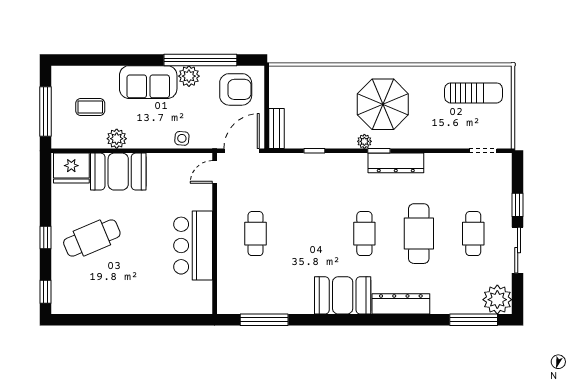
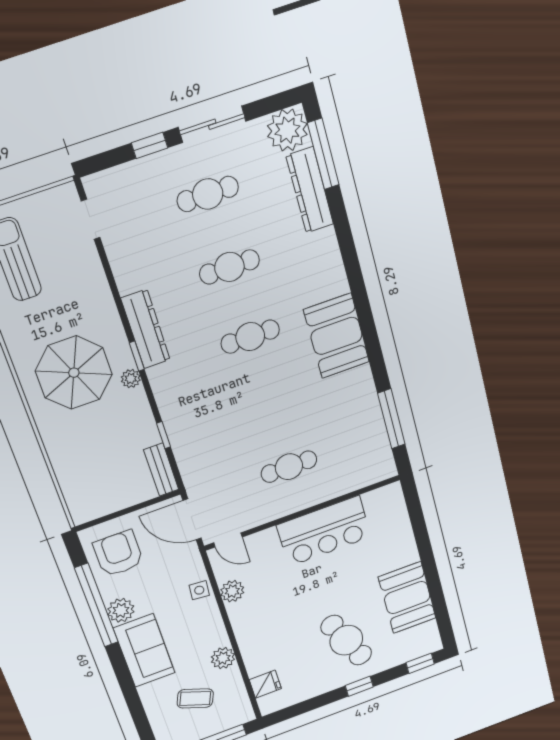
coffee table: (90, 107) -> (195, 698), turned -68
bench: (277, 128) -> (161, 470), moved, turned 90
plant: (171, 163) -> (232, 591), added
fridge: (71, 168) -> (265, 684), width x0.53, depth x0.75
booth: (118, 172) -> (407, 598), moved
cafe table: (419, 234) -> (229, 267), width x0.73, depth x0.74
dresser: (401, 304) -> (310, 190), moved

